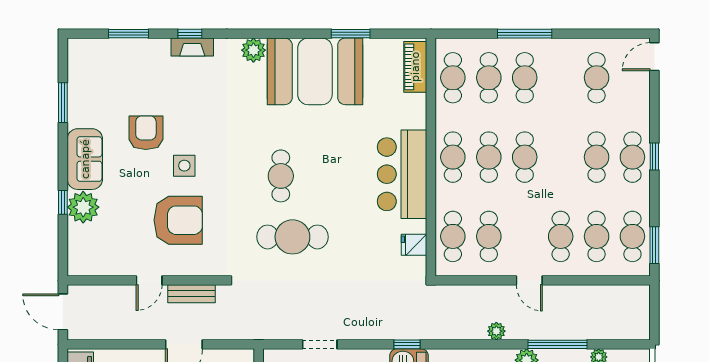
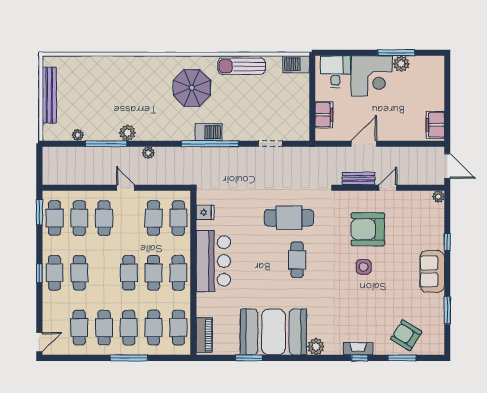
cafe table: (561, 78) -> (104, 328), added
armchair: (146, 133) -> (406, 335), moved, turned 122
plant: (83, 207) -> (438, 197), moved, width x0.53, depth x0.53
window: (407, 344) -> (210, 144), width x3.17

